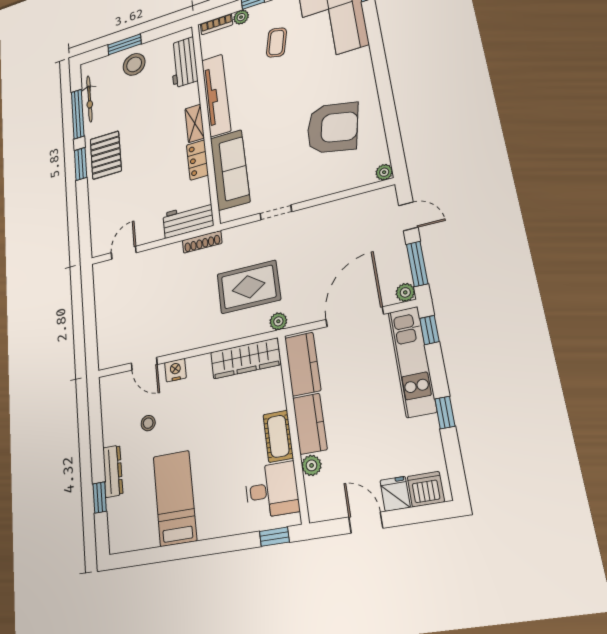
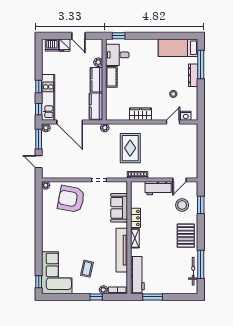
window: (124, 44) -> (153, 297), moved
workbench: (184, 62) -> (137, 275), width x1.38
stool: (134, 64) -> (182, 205), moved
armchair: (332, 128) -> (71, 199), moved
window: (81, 164) -> (201, 205), moved
sofa: (230, 170) -> (119, 208), width x0.73
workbench: (188, 219) -> (158, 188), moved
rug: (249, 287) -> (130, 148), moved, turned 90
door: (355, 317) -> (70, 122), hinge flipped
wardrobe: (245, 358) -> (140, 114), moved, width x0.67
door: (144, 364) -> (173, 122), hinge flipped
nightstand: (175, 370) -> (186, 116), moved
window: (445, 413) -> (39, 87), moved
window: (100, 498) -> (201, 65), width x2.17
bed: (175, 498) -> (178, 48), moved, turned 90

